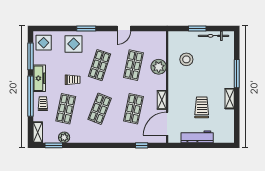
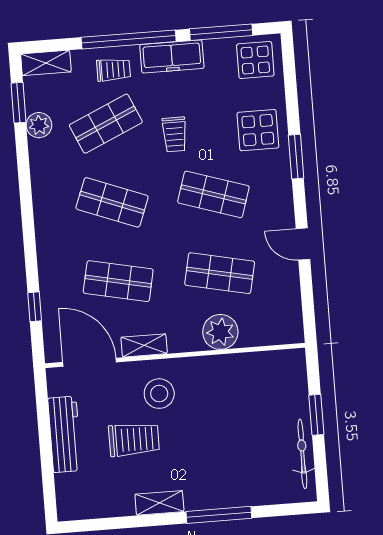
stool: (186, 59) -> (159, 394), moved
shop shelf: (66, 109) -> (106, 124), turned -36

